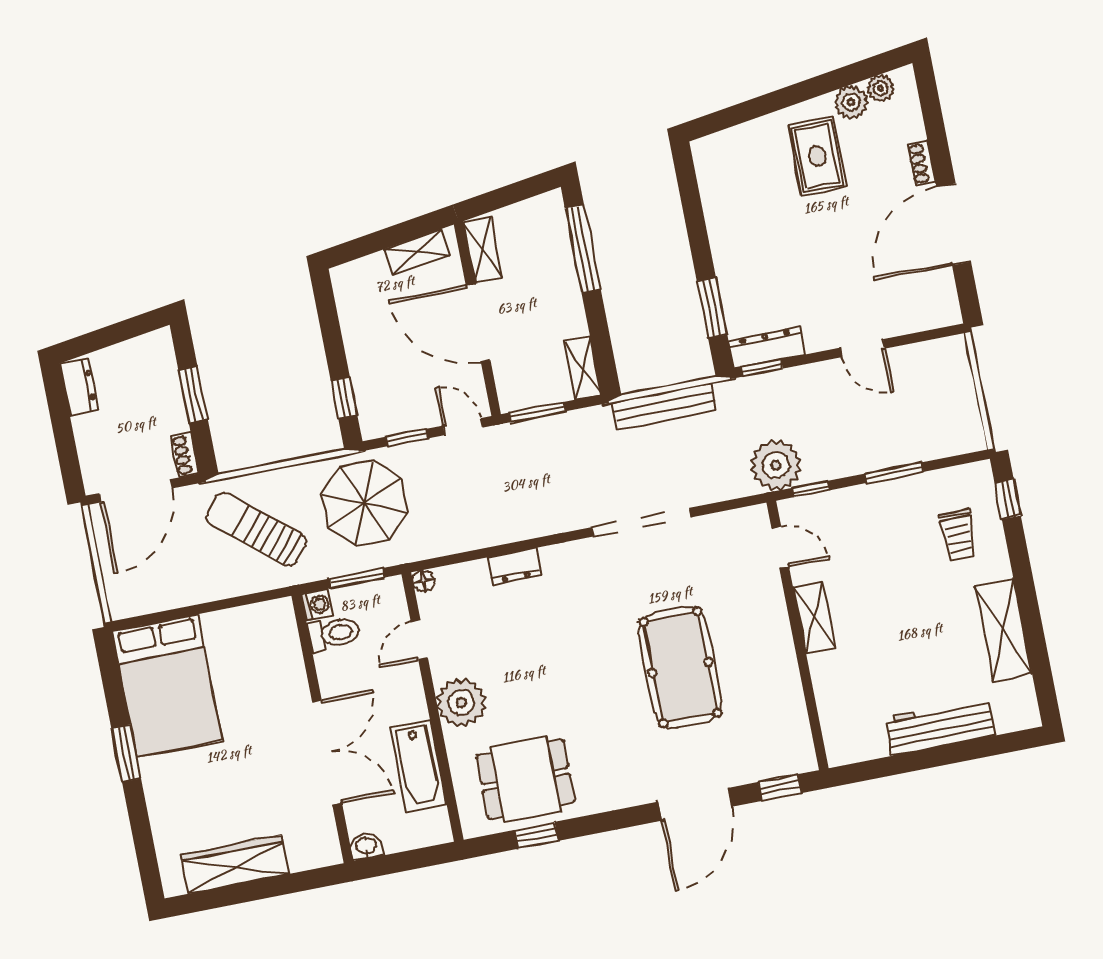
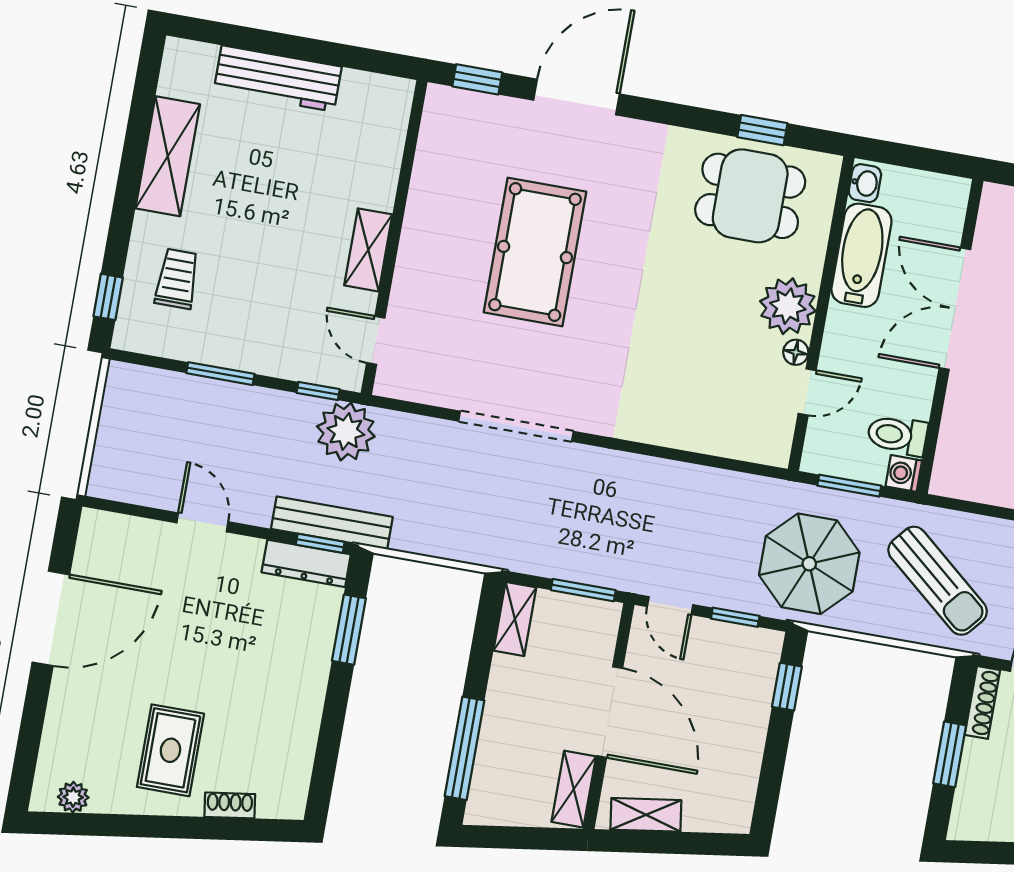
plant: (851, 102) -> (111, 795), removed
shoe rack: (921, 163) -> (230, 805), moved, turned -98
bench: (664, 406) -> (332, 523), moved
shoe rack: (185, 455) -> (982, 702), width x1.43
dresser: (514, 566) -> (673, 432), removed
floor lamp: (424, 581) -> (796, 352), moved
washbasin: (366, 846) -> (865, 183), moved, turned -90

